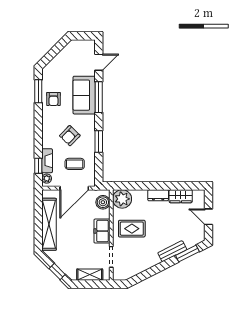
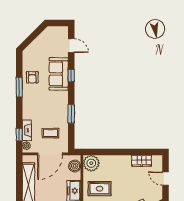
door: (99, 62) -> (71, 46), hinge flipped
window: (38, 91) -> (19, 87), moved
window: (99, 97) -> (71, 76), width x0.46
armchair: (70, 136) -> (46, 109), removed
dresser: (158, 195) -> (122, 160), removed

